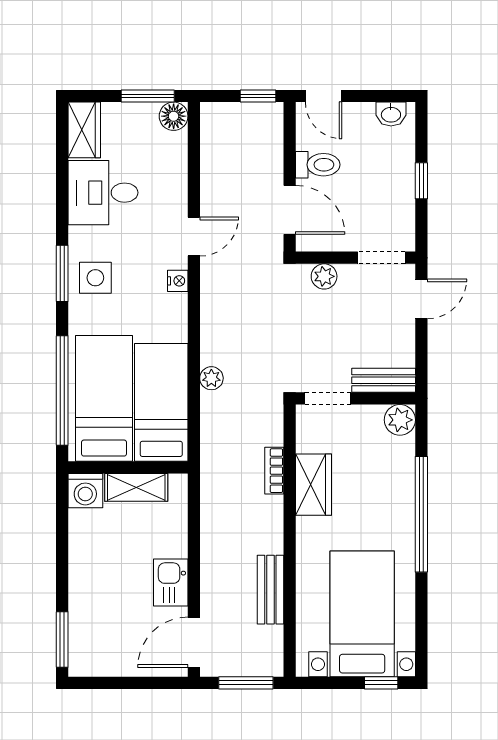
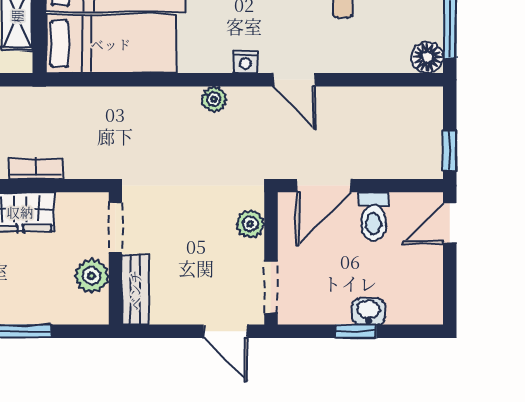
washbasin: (391, 114) -> (368, 311), moved, turned 90
plant: (211, 378) -> (214, 99), moved
plant: (400, 420) -> (92, 276), moved

